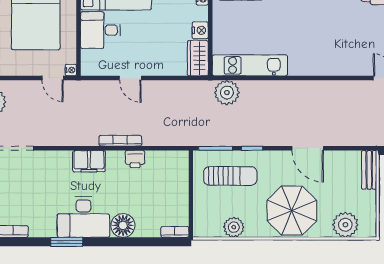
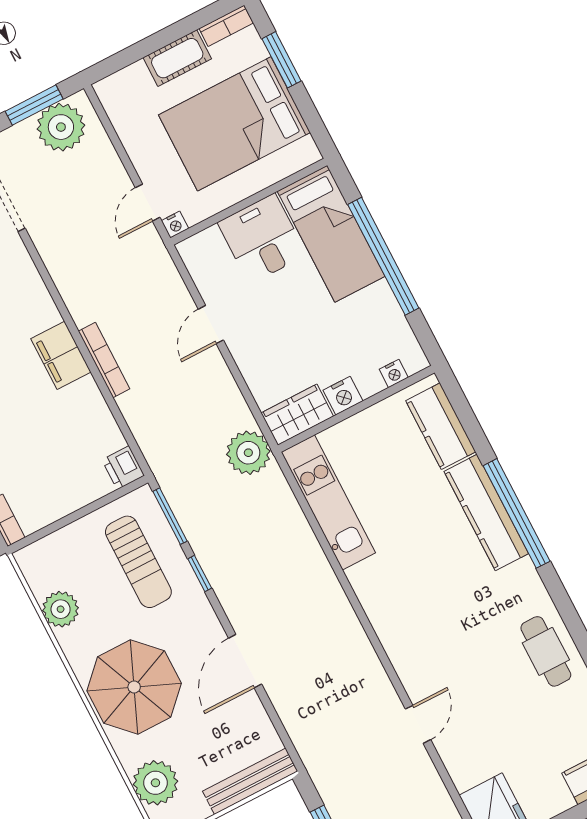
plant: (227, 93) -> (248, 453), moved
printer: (135, 159) -> (123, 468), moved
filing cabinet: (89, 161) -> (61, 355), moved
bench: (369, 170) -> (250, 781), width x1.36

